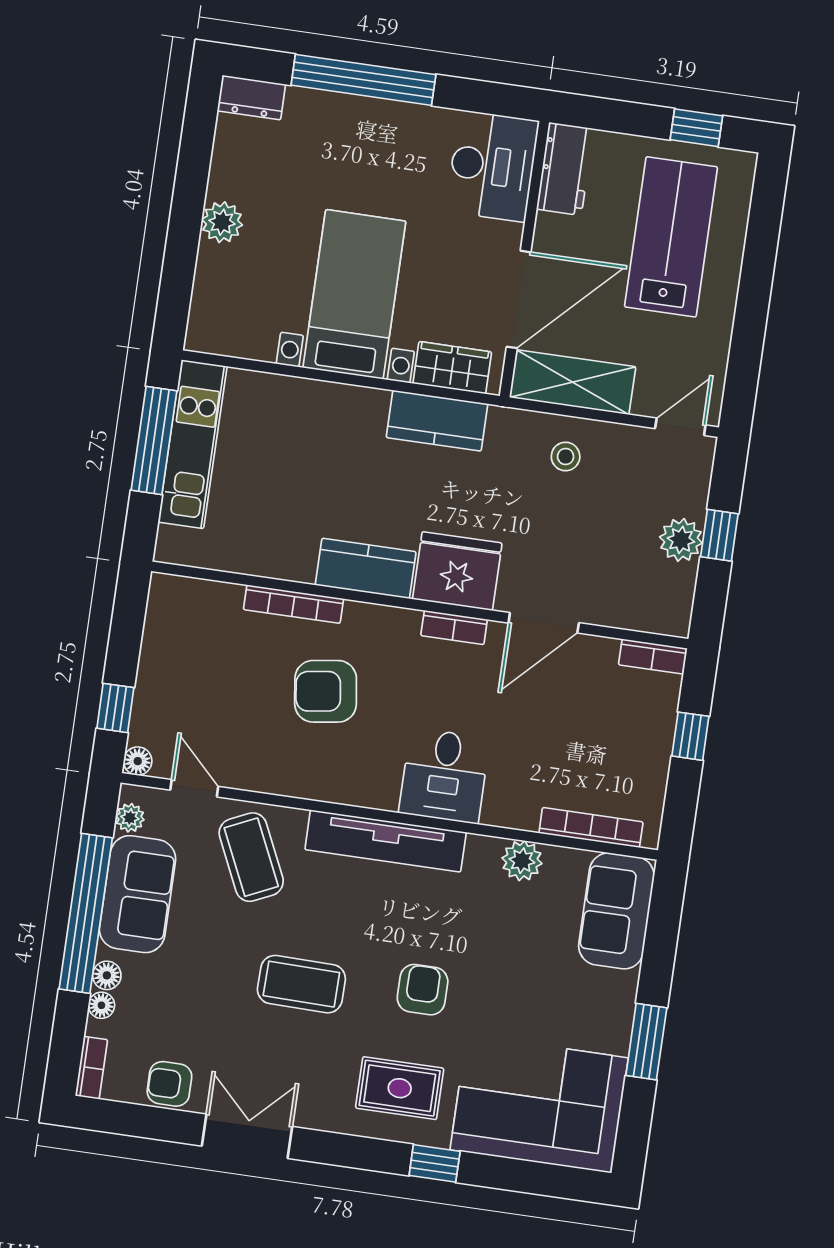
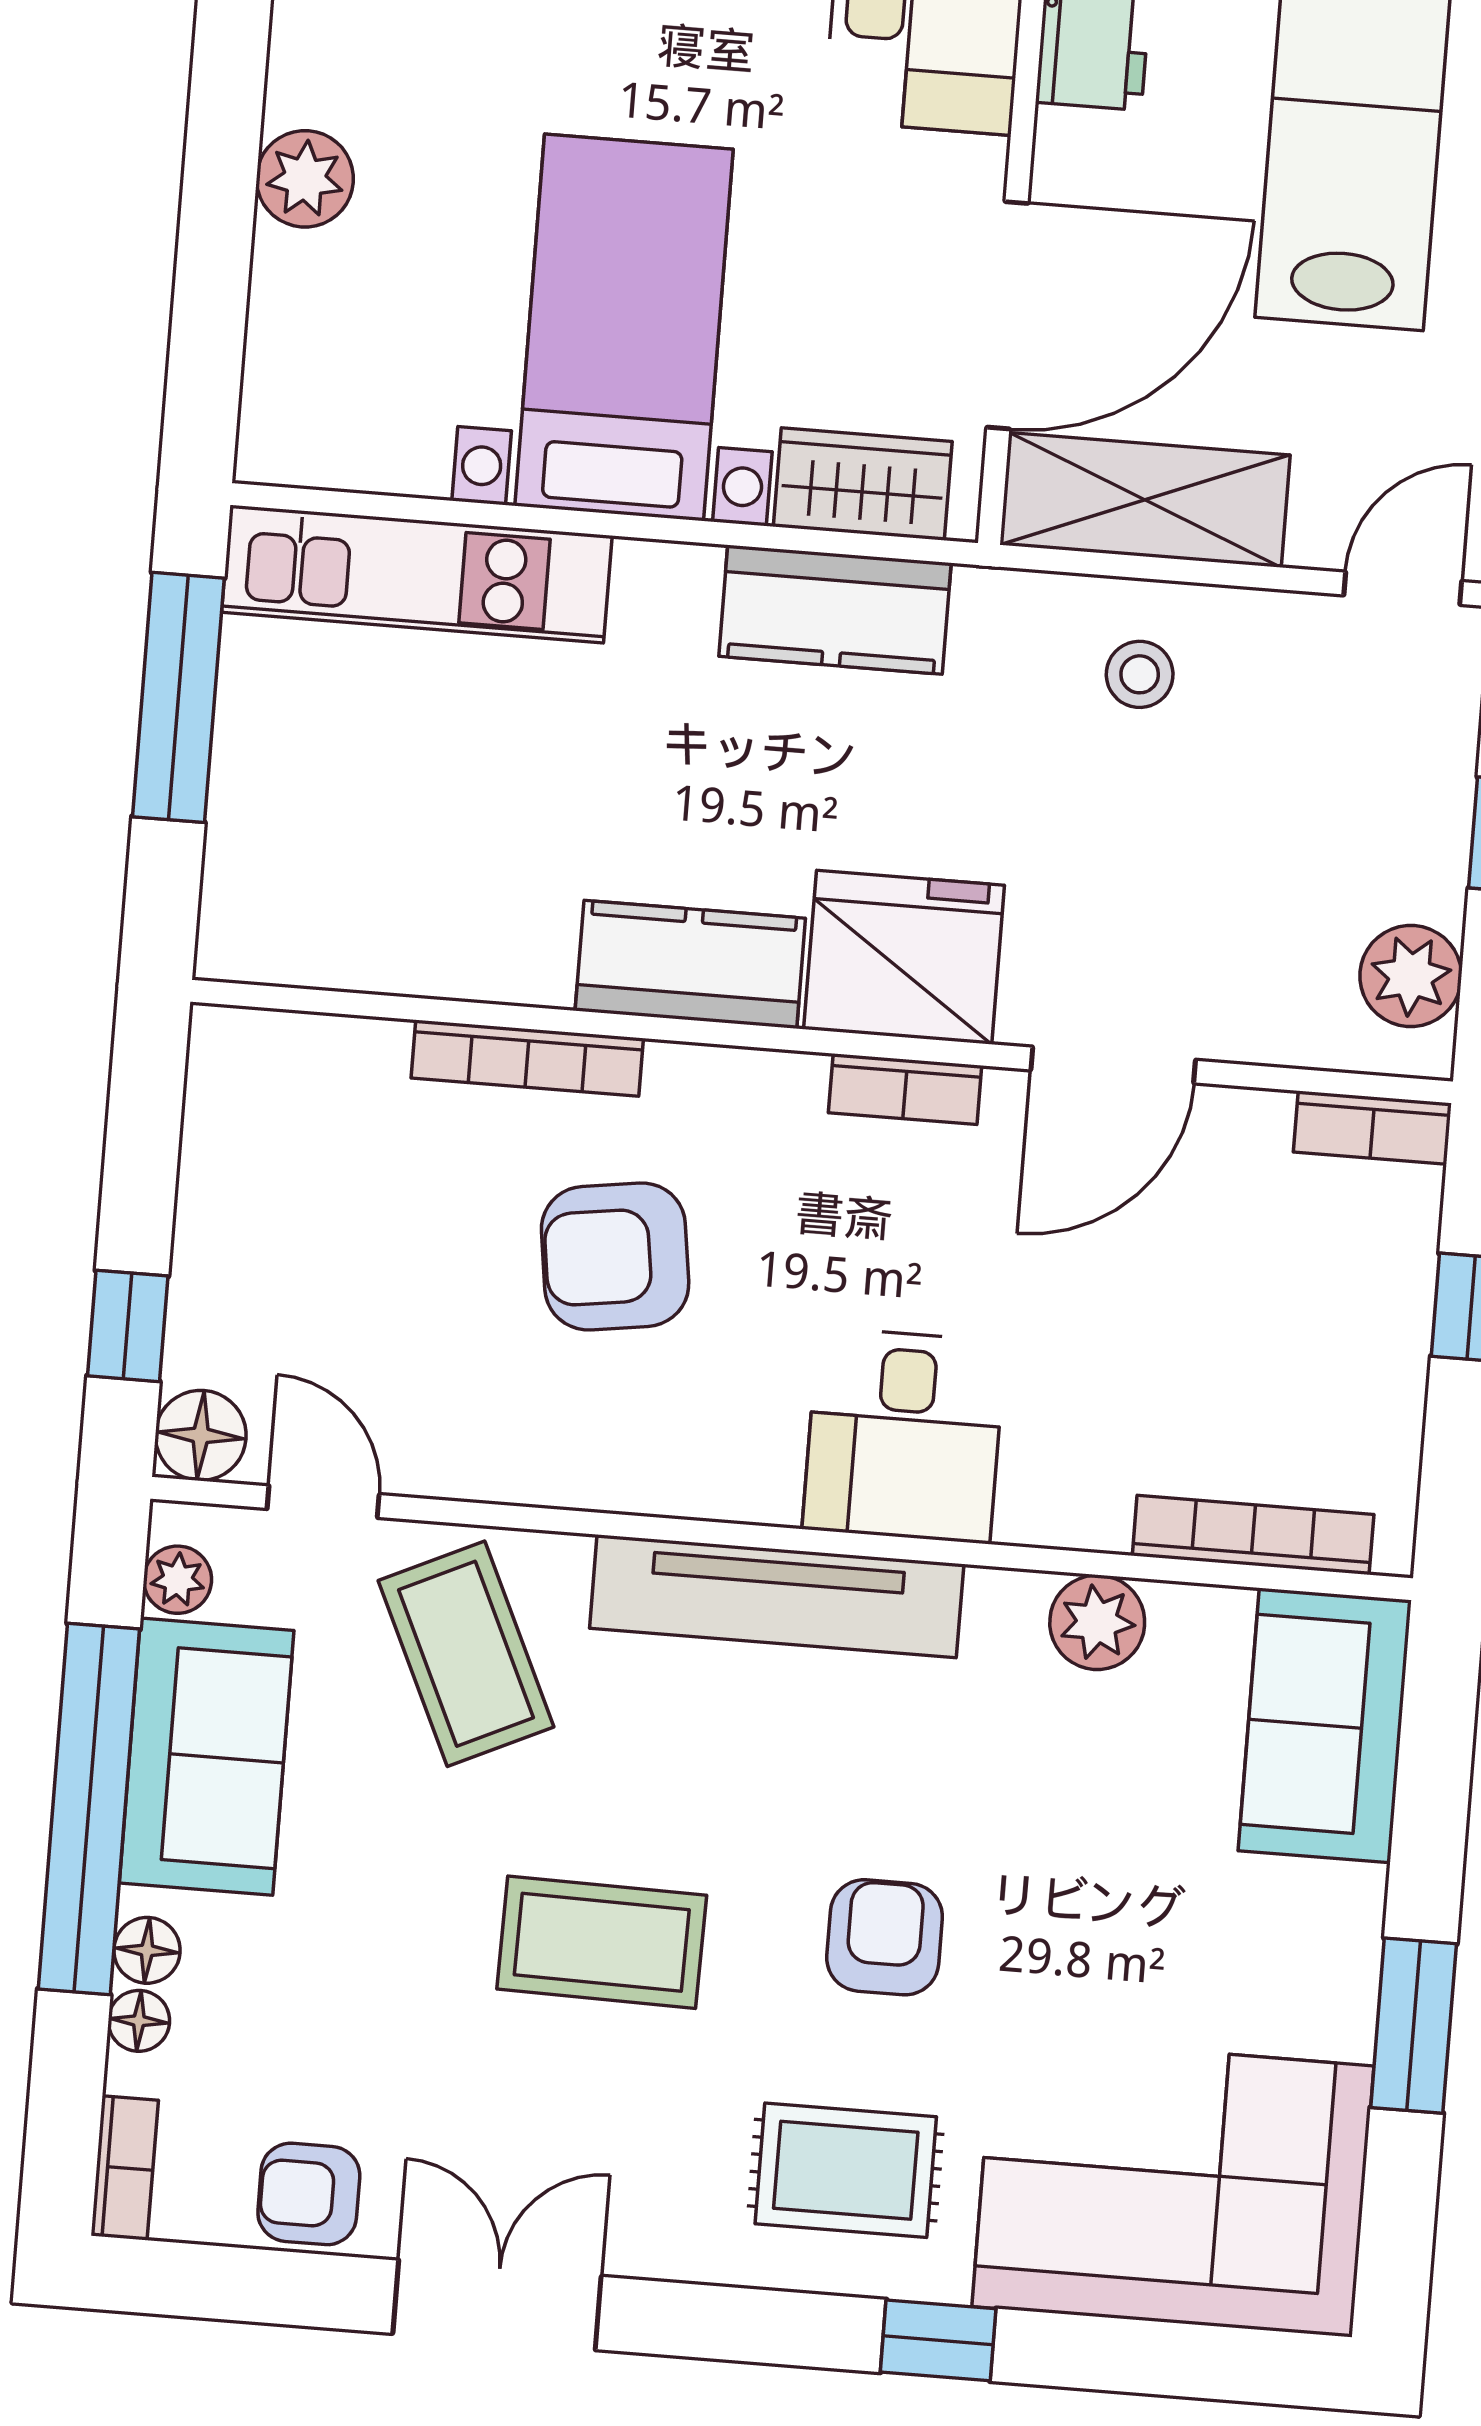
kitchen unit: (192, 444) -> (417, 574), moved, turned 90
plant: (681, 540) -> (1411, 976), moved
floor lamp: (138, 761) -> (201, 1435), width x1.37, depth x1.37

